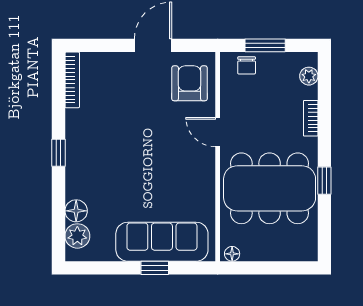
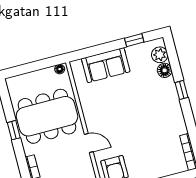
window: (58, 153) -> (182, 90), moved
sofa: (162, 242) -> (106, 65), width x0.73
window: (155, 268) -> (134, 40), moved

